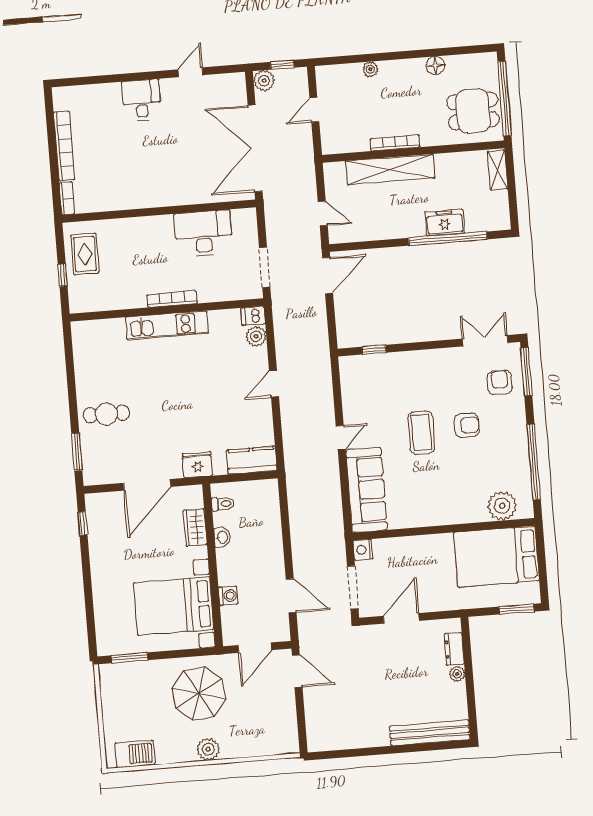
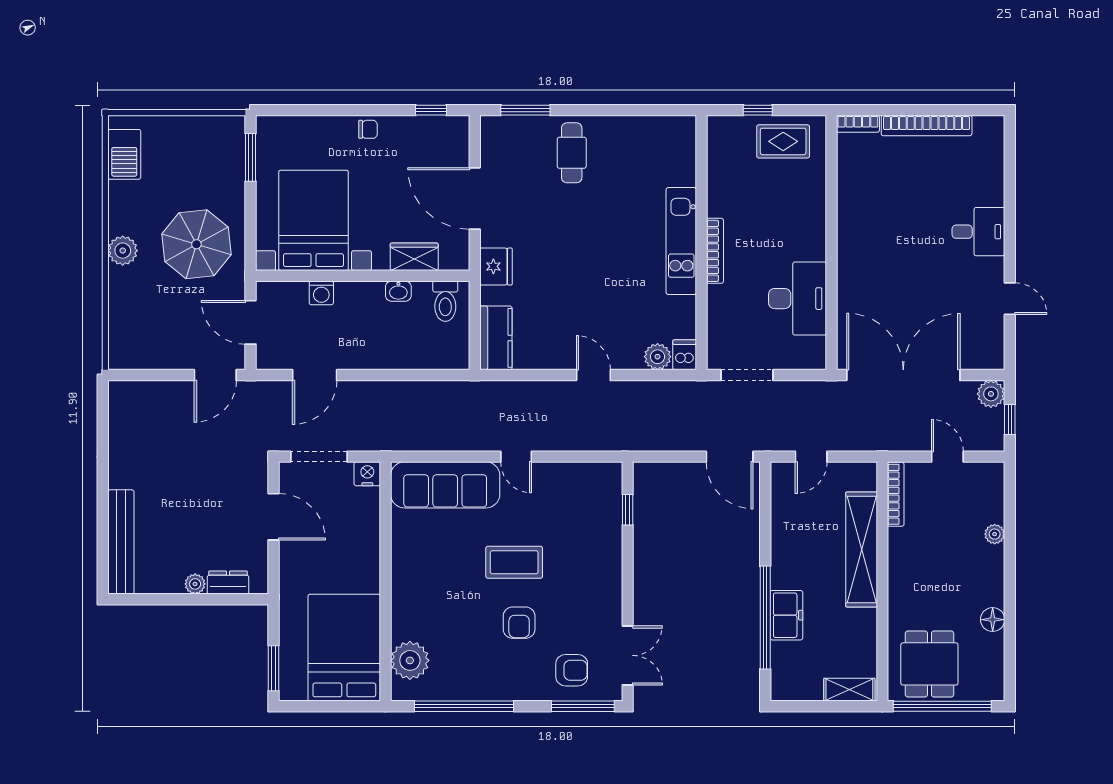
bookcase: (395, 143) -> (896, 494), moved
toilet: (223, 504) -> (445, 301), width x1.37, depth x1.39
chair: (101, 570) -> (368, 129), added

